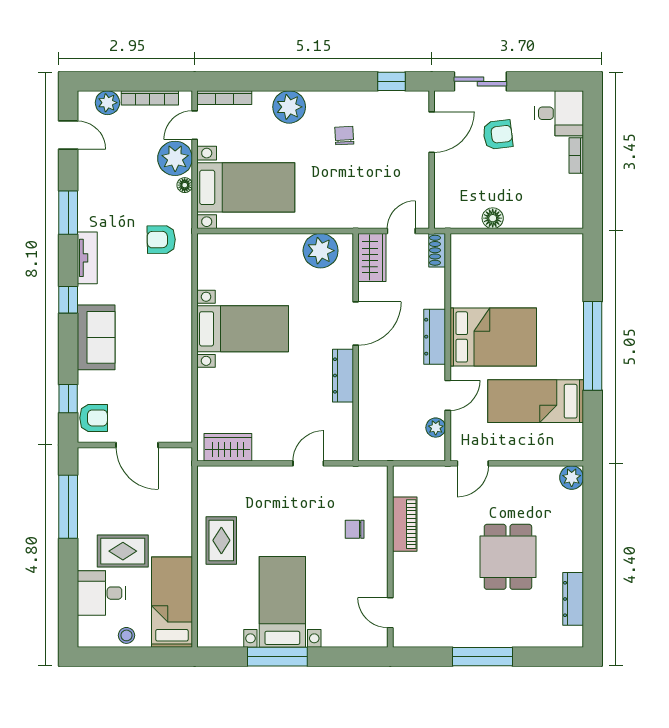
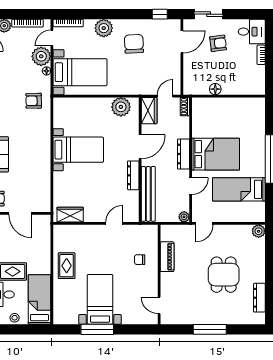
chair: (344, 136) -> (134, 44), width x1.87, depth x1.87
bench: (370, 410) -> (148, 194), added
plant: (436, 428) -> (184, 217), moved

